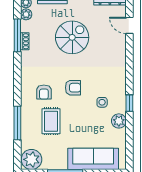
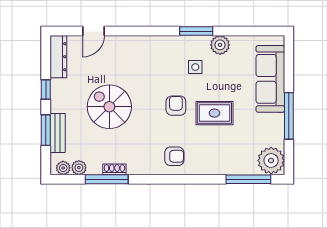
armchair: (44, 92) -> (174, 156), moved
window: (129, 103) -> (196, 31), width x1.50
rug: (51, 121) -> (214, 113), moved
window: (17, 123) -> (248, 179), moved

